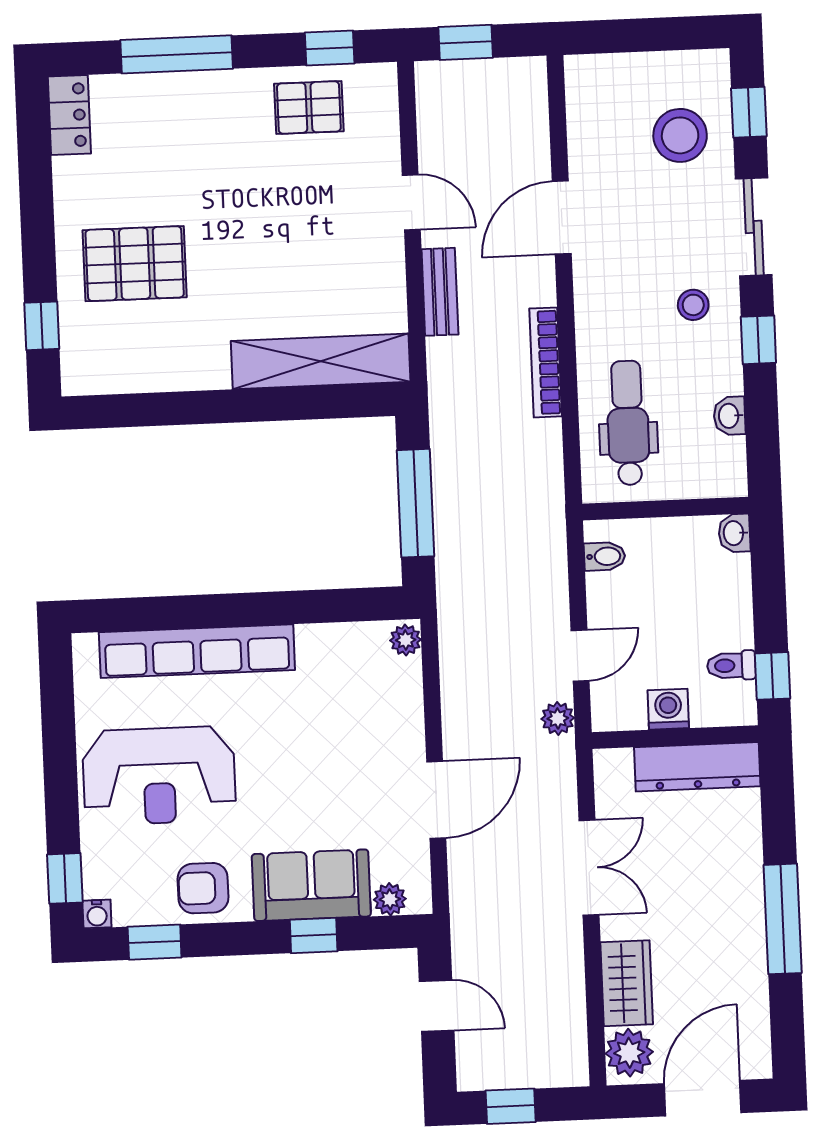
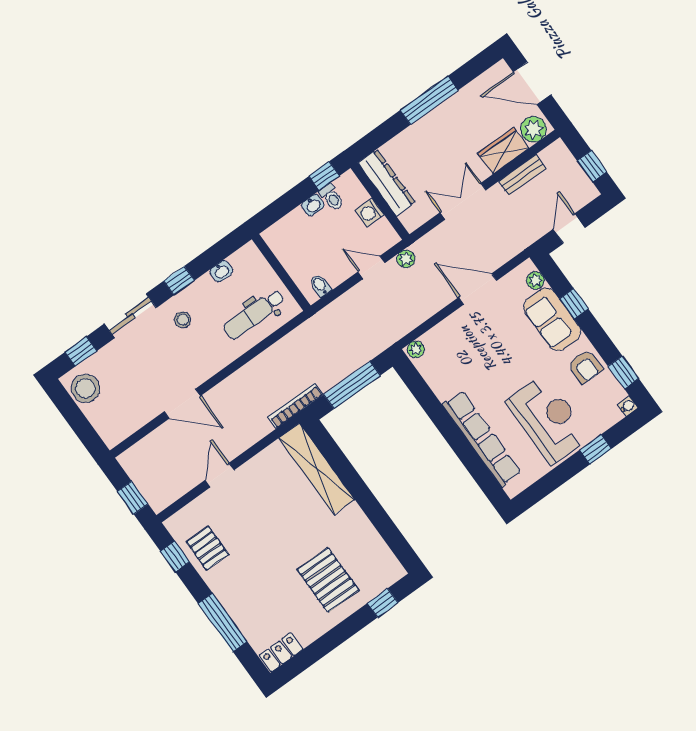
stool: (680, 135) -> (85, 388), moved
bench: (440, 292) -> (522, 175), moved
bookcase: (546, 362) -> (296, 406), moved, turned 180
washbasin: (734, 533) -> (313, 205), moved
window: (65, 878) -> (596, 449), moved

